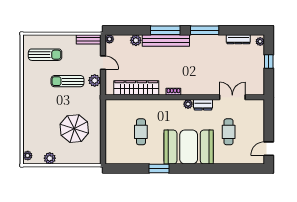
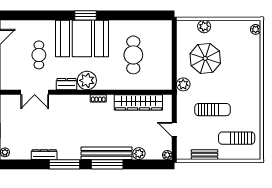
bench: (89, 39) -> (205, 155), moved
dresser: (238, 39) -> (44, 155), moved
plant: (95, 80) -> (183, 84), moved
plant: (188, 104) -> (87, 80), width x1.88, depth x1.88
cafe table: (141, 132) -> (133, 55), width x1.37, depth x1.35
plant: (50, 158) -> (204, 26), moved
window: (159, 169) -> (86, 15), moved

